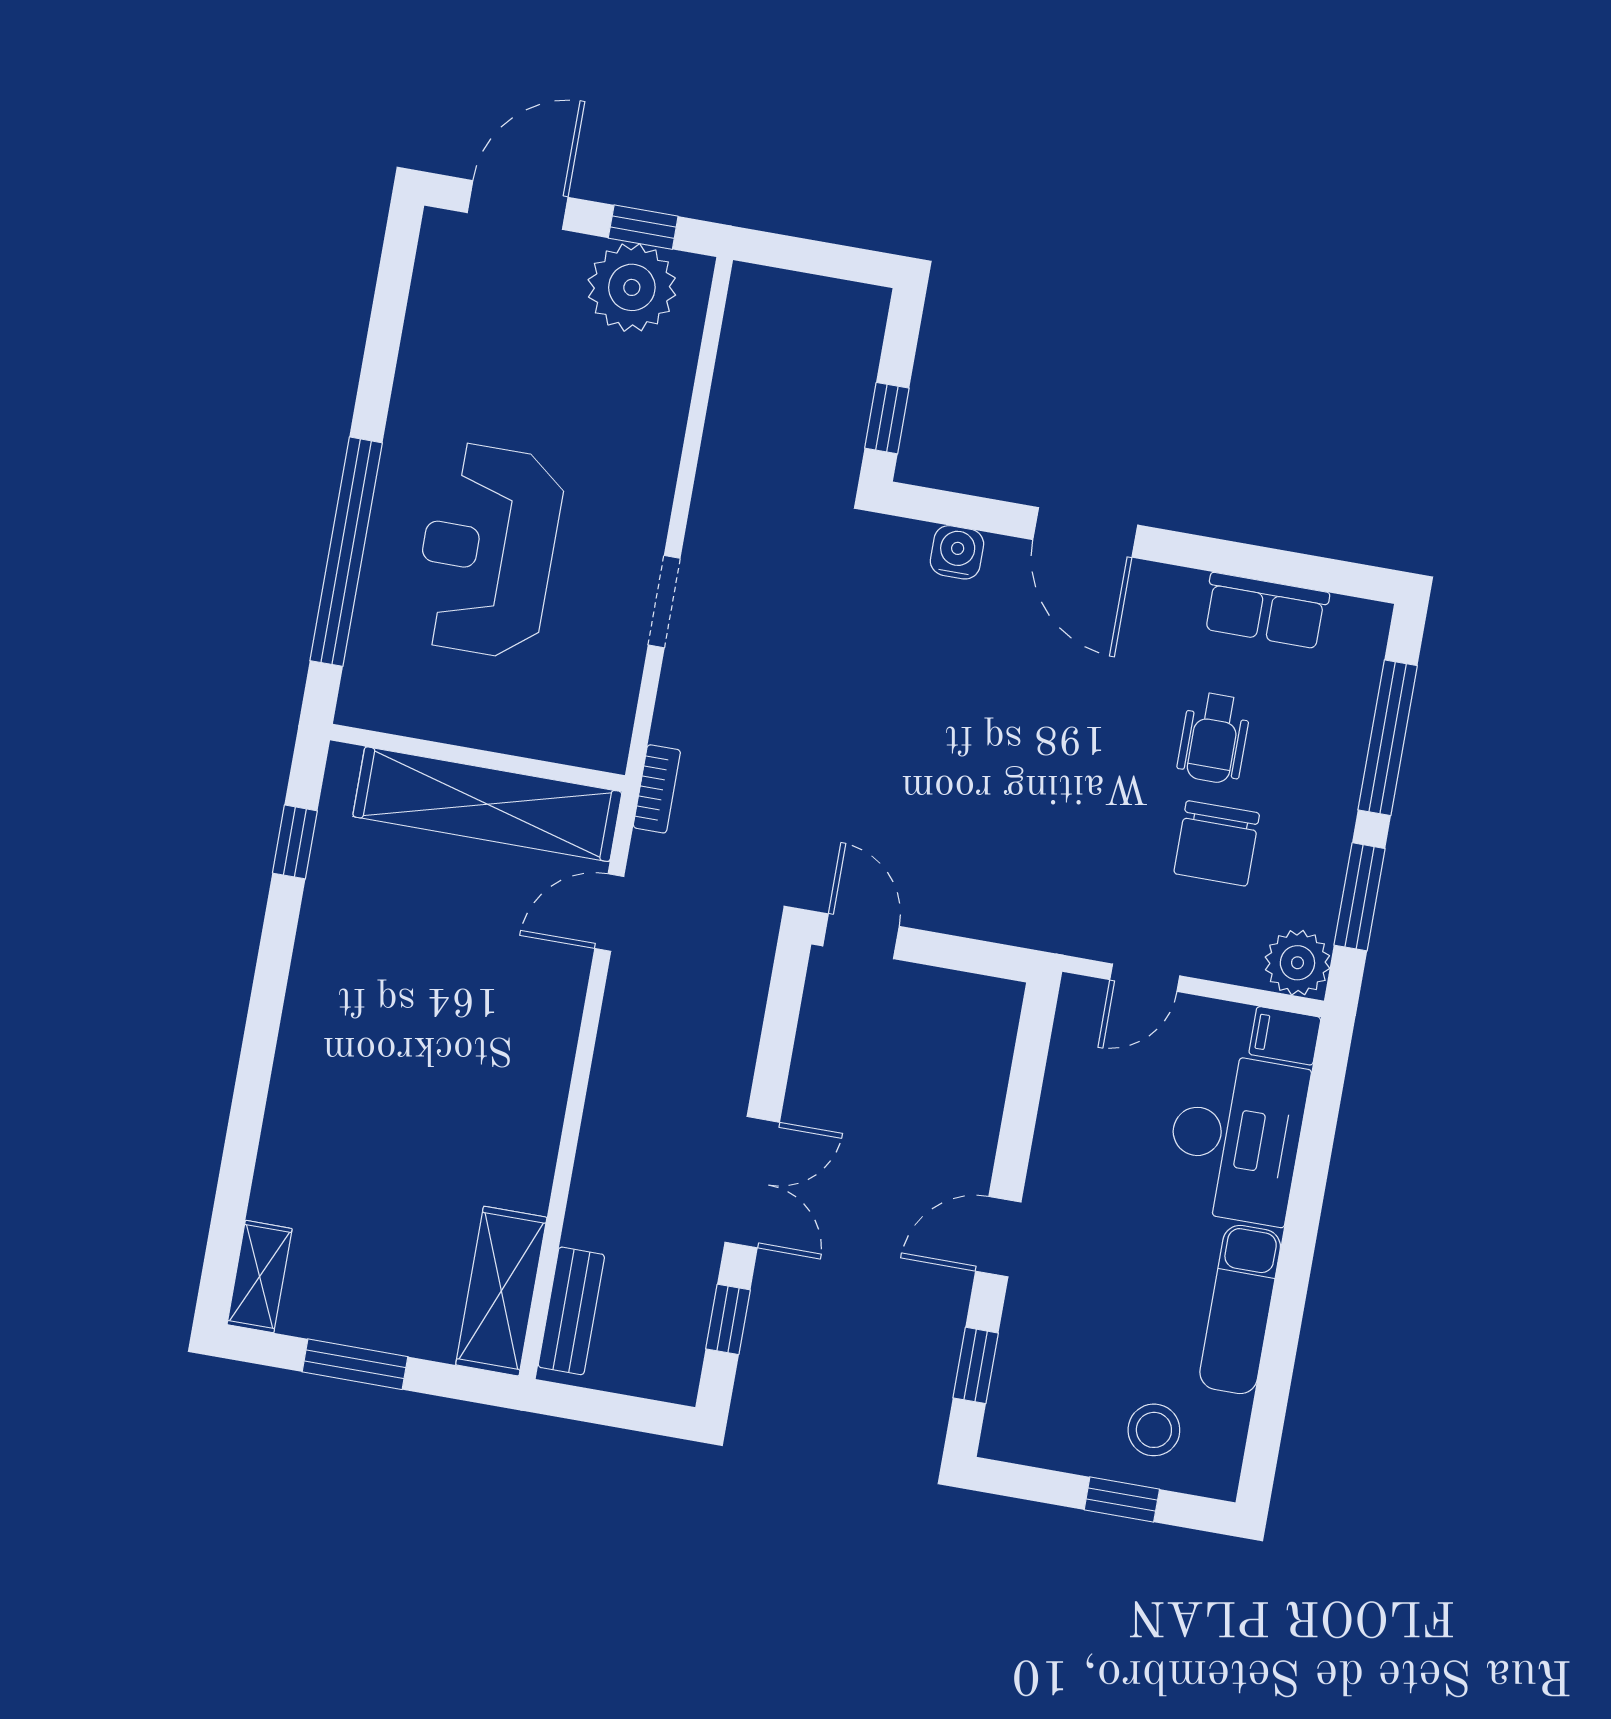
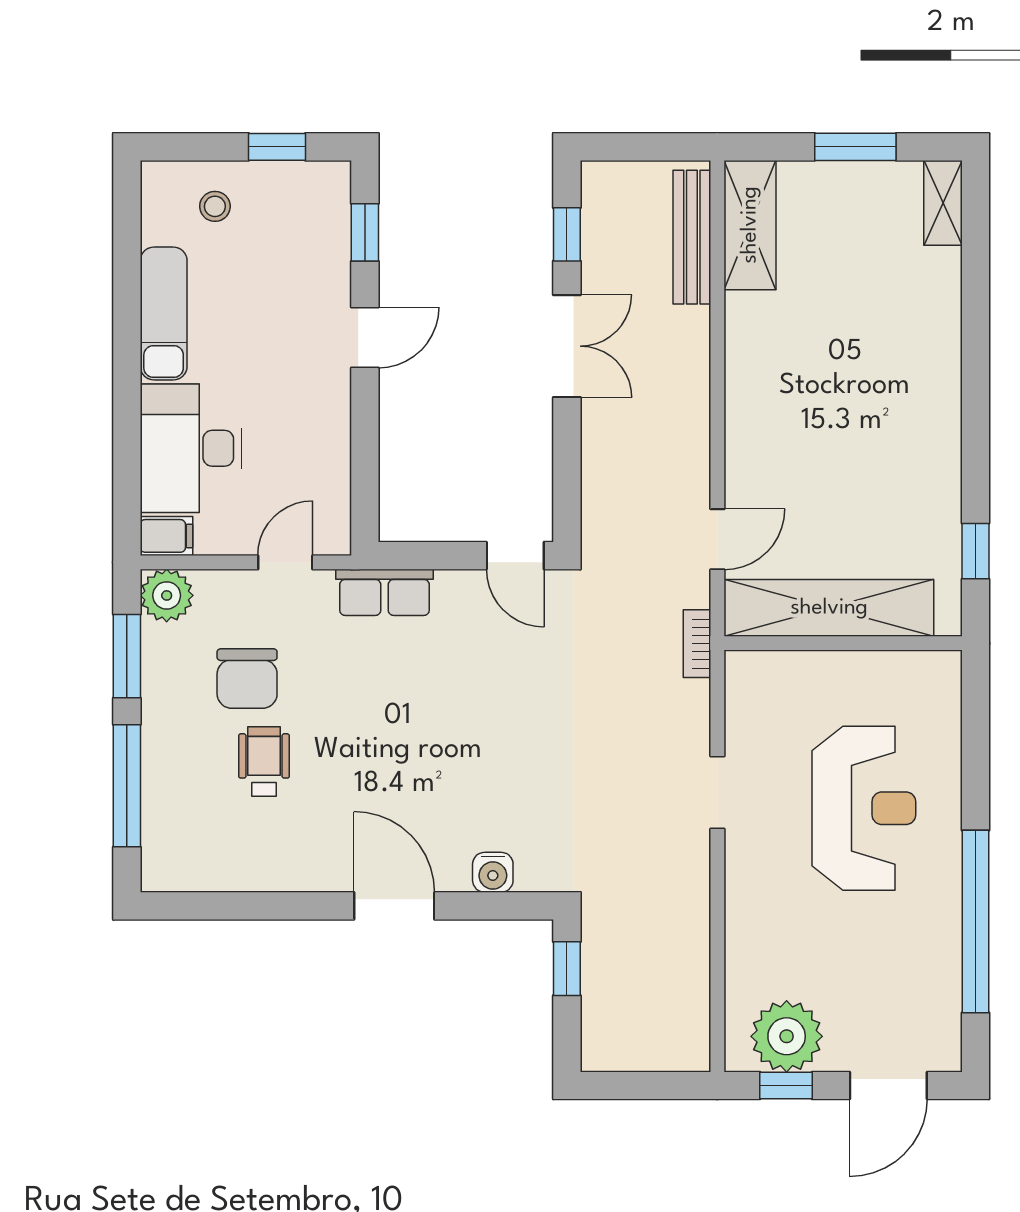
window: (346, 552) -> (976, 922), moved
row of seats: (1266, 611) -> (384, 592), moved, turned 180
chair: (1217, 843) -> (247, 679), turned 180
double door: (752, 1182) -> (567, 346), swing flipped
bench: (571, 1311) -> (692, 237), width x1.36
stool: (1154, 1430) -> (215, 206), width x0.73, depth x0.73
window: (1122, 1499) -> (277, 147), moved

